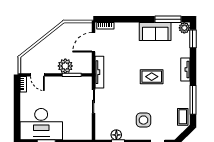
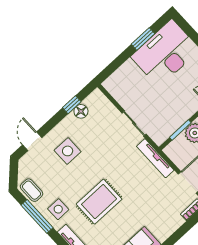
rug: (152, 77) -> (99, 202), width x1.36, depth x1.43
side table: (178, 93) -> (58, 209), added

